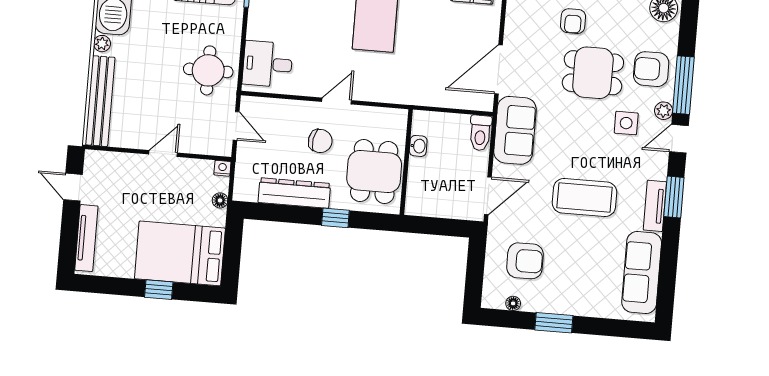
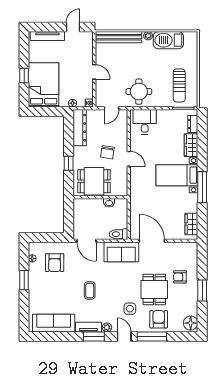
plant: (664, 111) -> (107, 327), moved
dresser: (294, 193) -> (80, 128), moved
coffee table: (584, 198) -> (90, 290), width x0.54, depth x0.58

